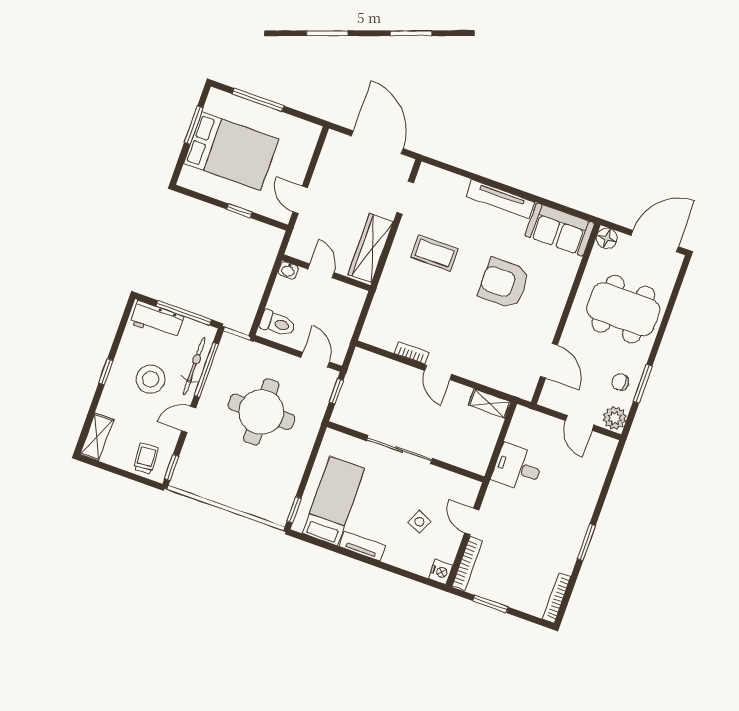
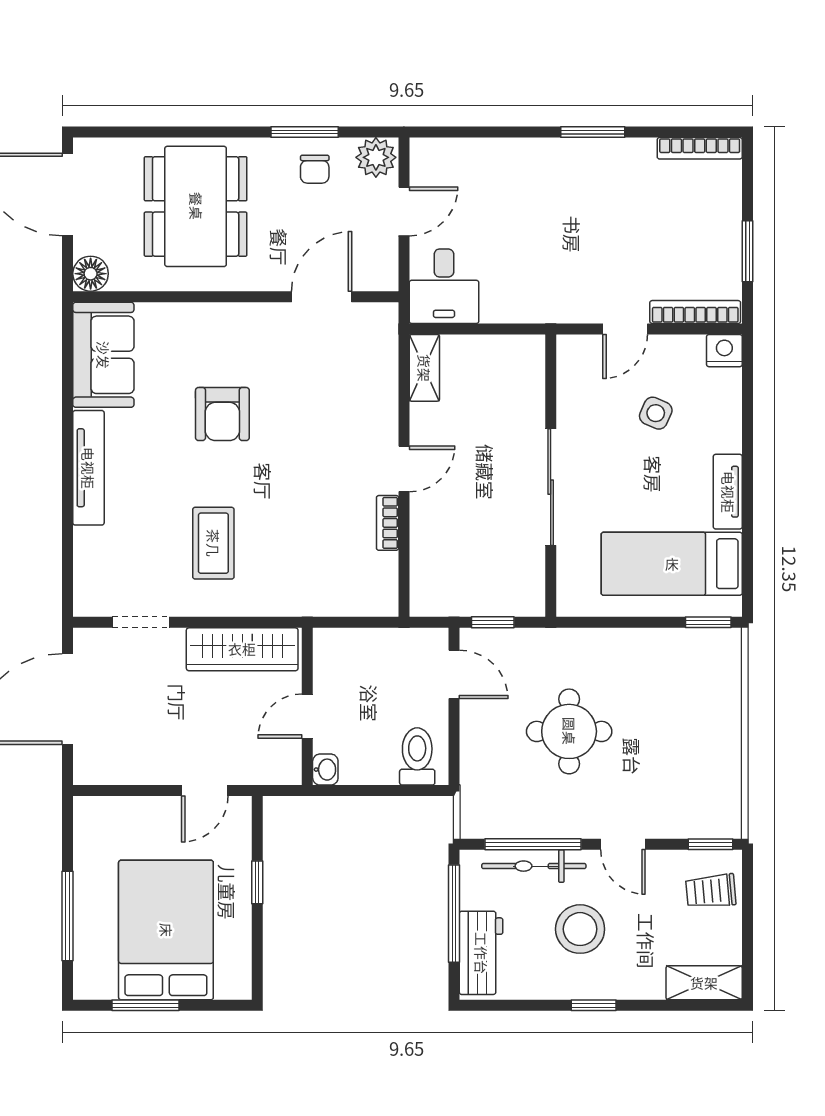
armchair: (504, 283) -> (222, 414), width x0.73, depth x0.73
door: (315, 360) -> (454, 674), swing flipped
round table: (261, 412) -> (569, 731), width x0.73, depth x0.73
desk: (517, 468) -> (444, 286), moved

